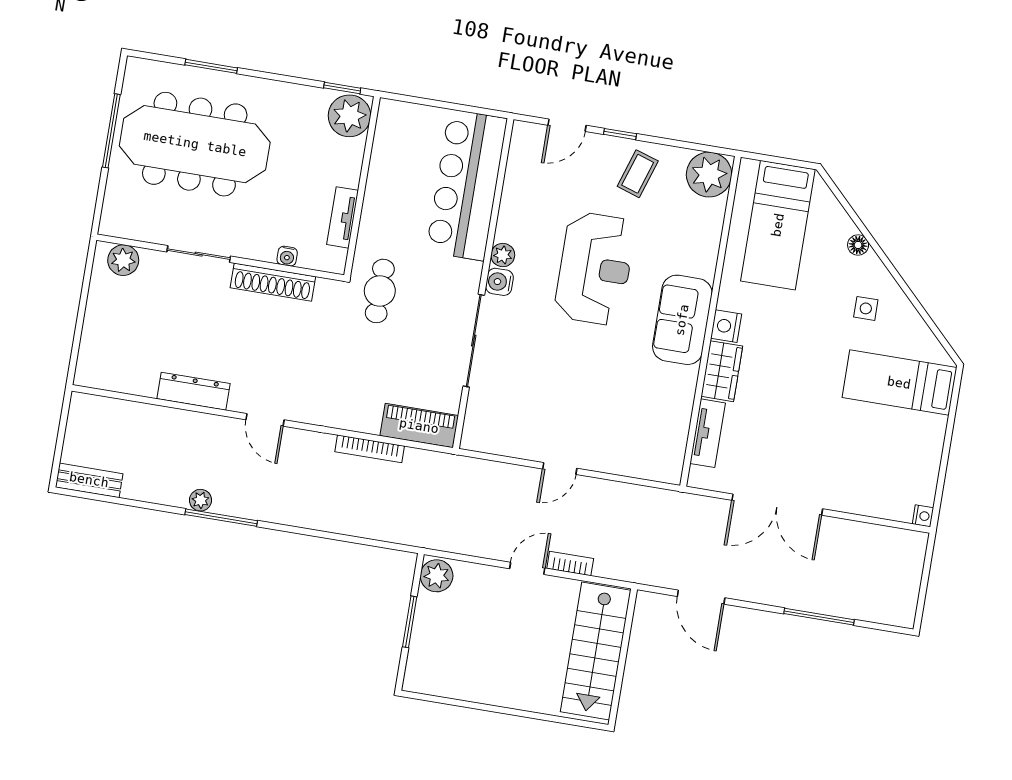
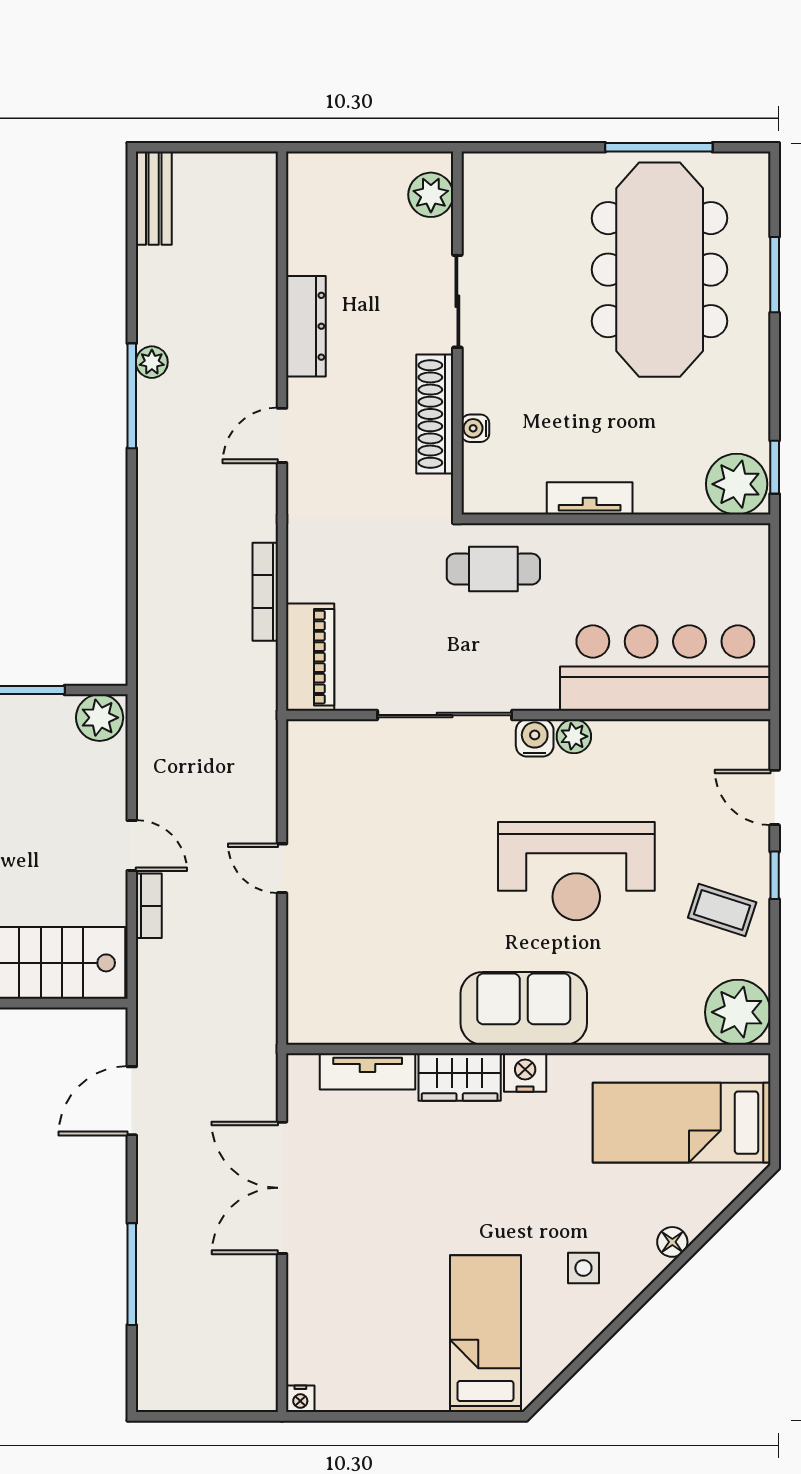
sliding door: (199, 254) -> (457, 301), moved
water cooler: (287, 256) -> (475, 428), moved
wall: (220, 258) -> (457, 333), moved
plant: (123, 260) -> (431, 195), moved
shoe rack: (273, 282) -> (435, 414), moved

